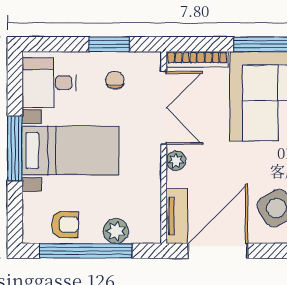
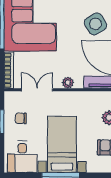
double door: (164, 108) -> (37, 90), width x0.73

